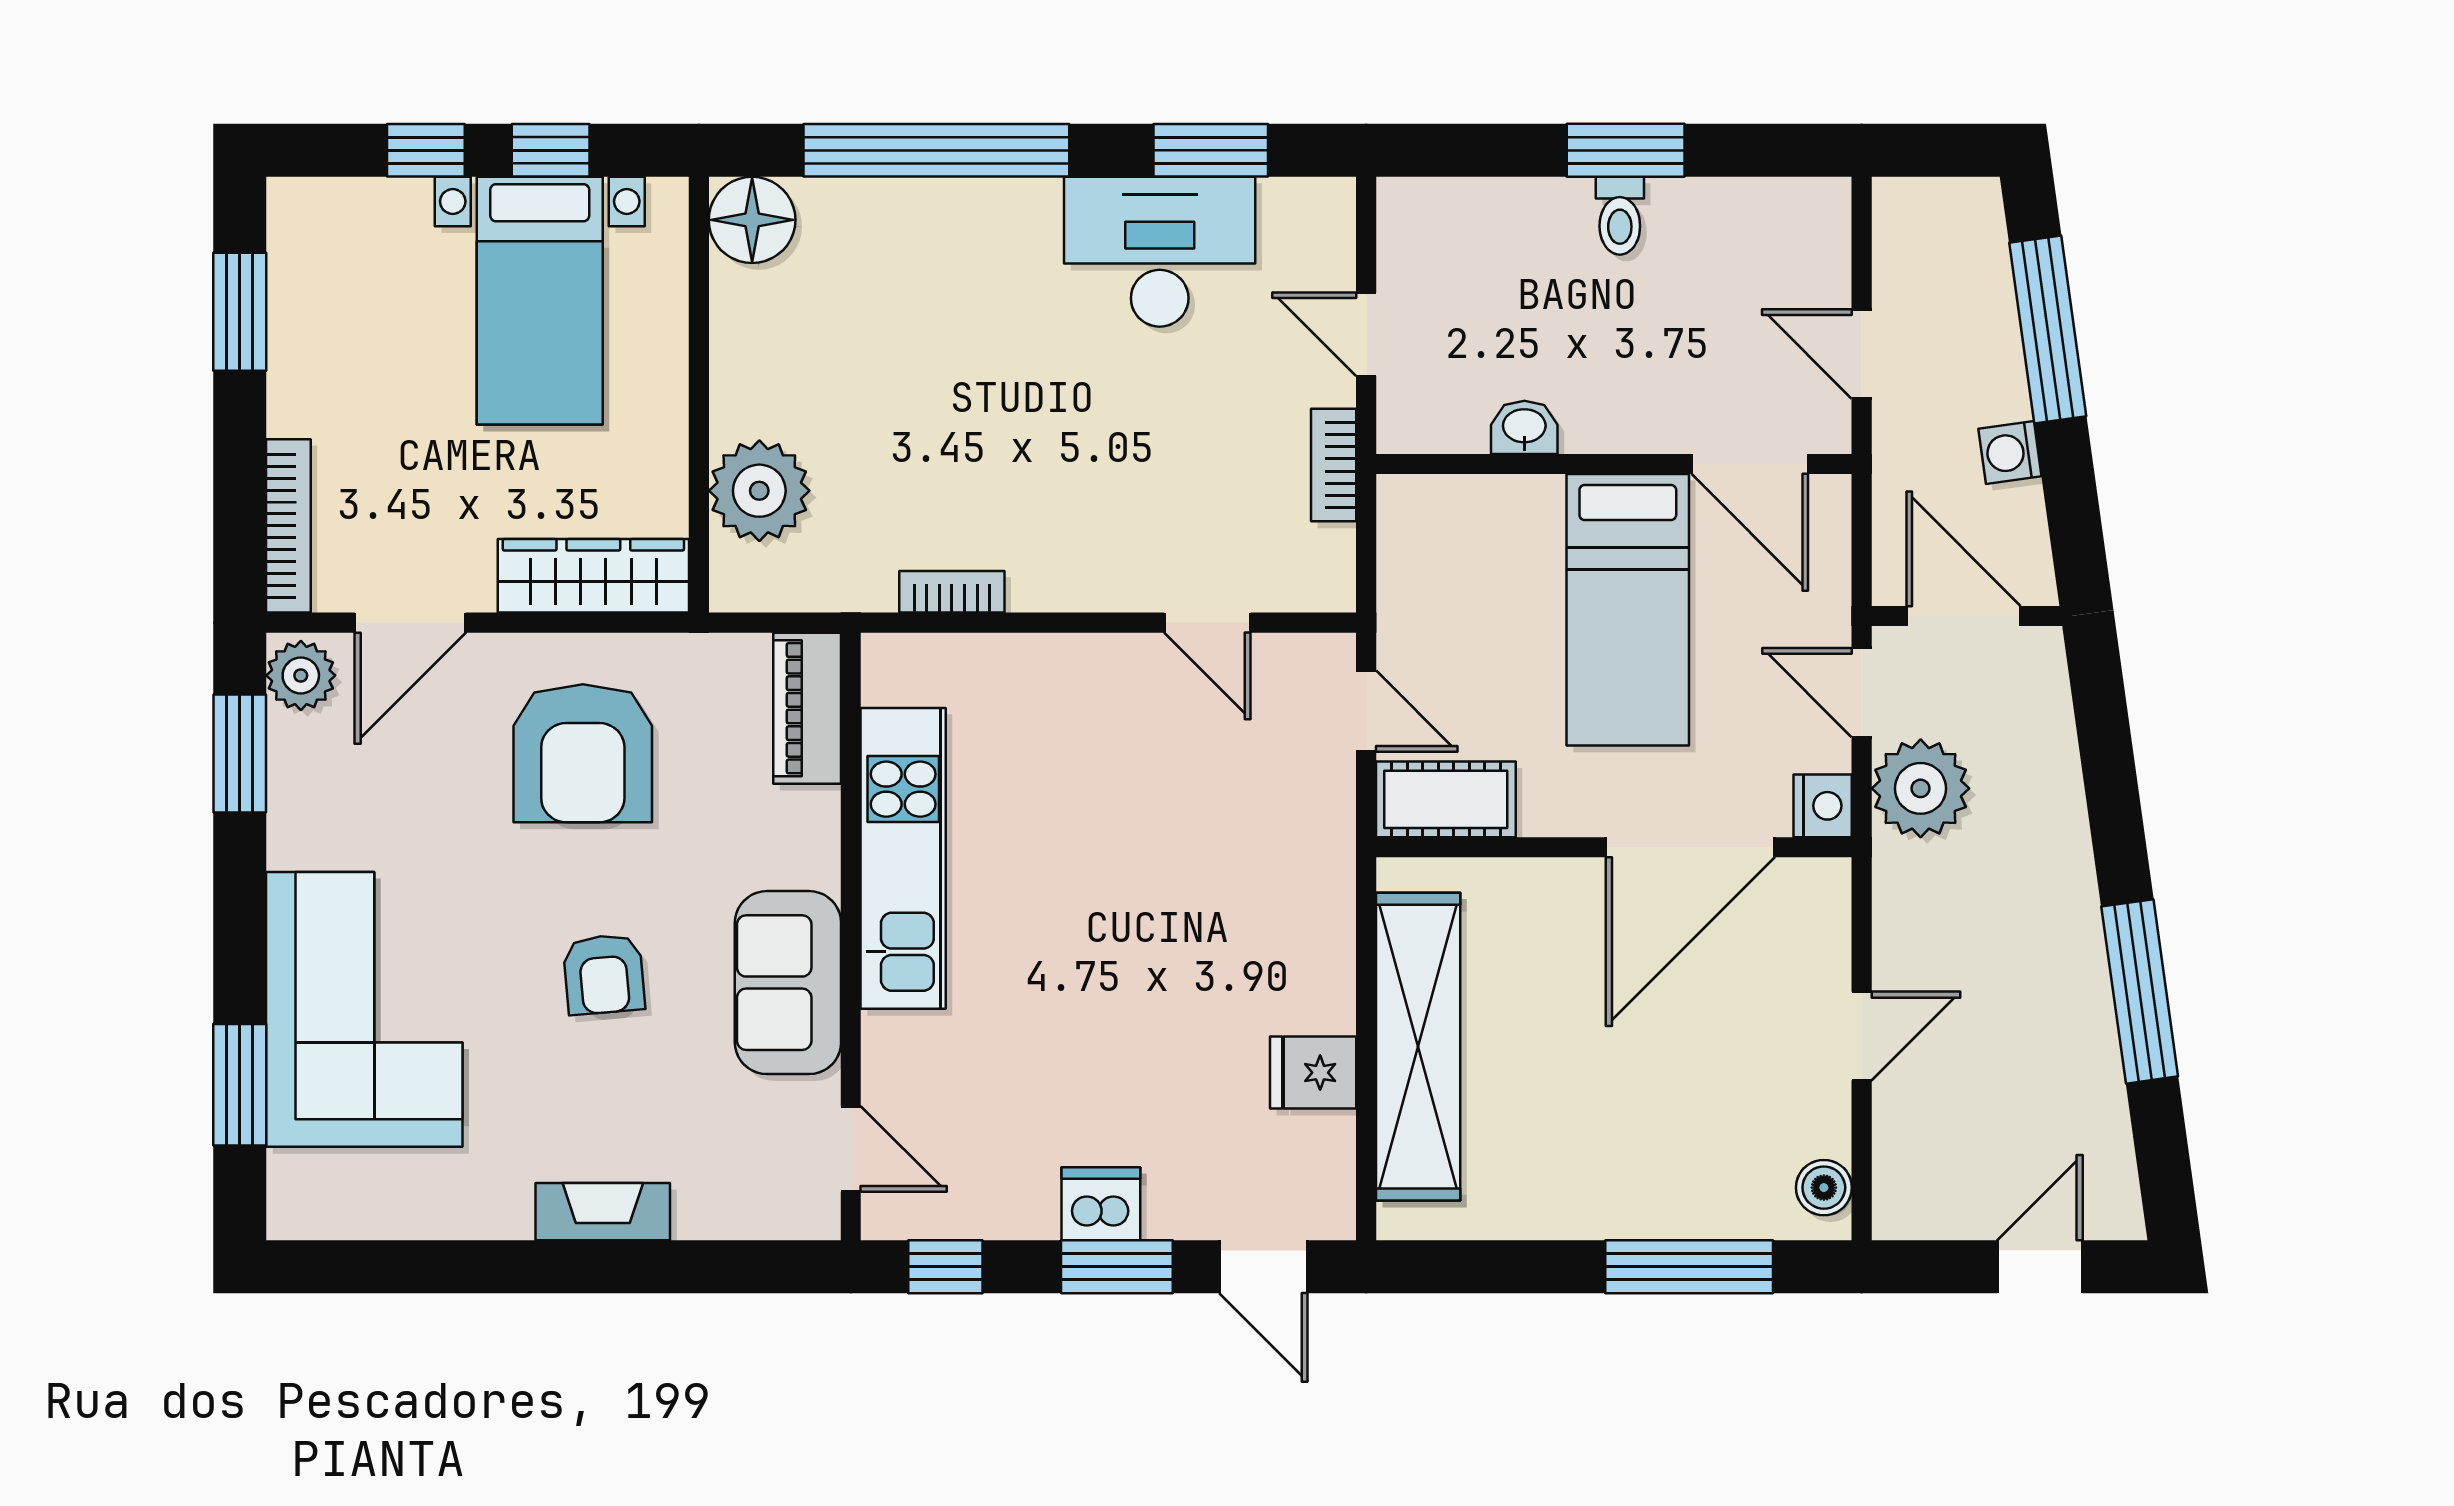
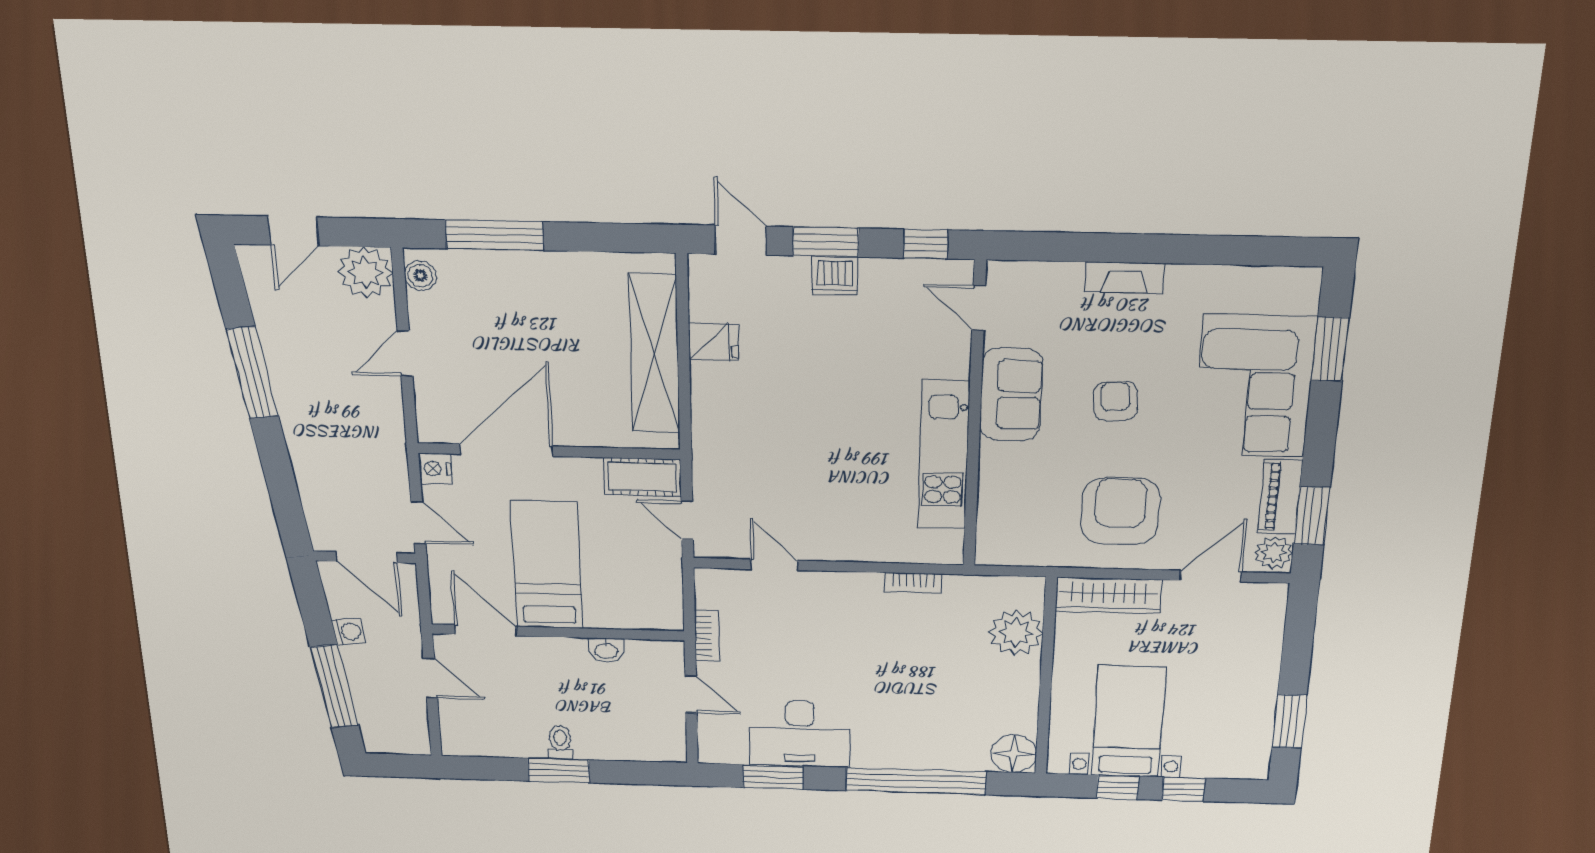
bookcase: (288, 526) -> (1273, 623), removed
piano: (807, 708) -> (1280, 497), moved, turned 180
plant: (1921, 788) -> (365, 272), moved

